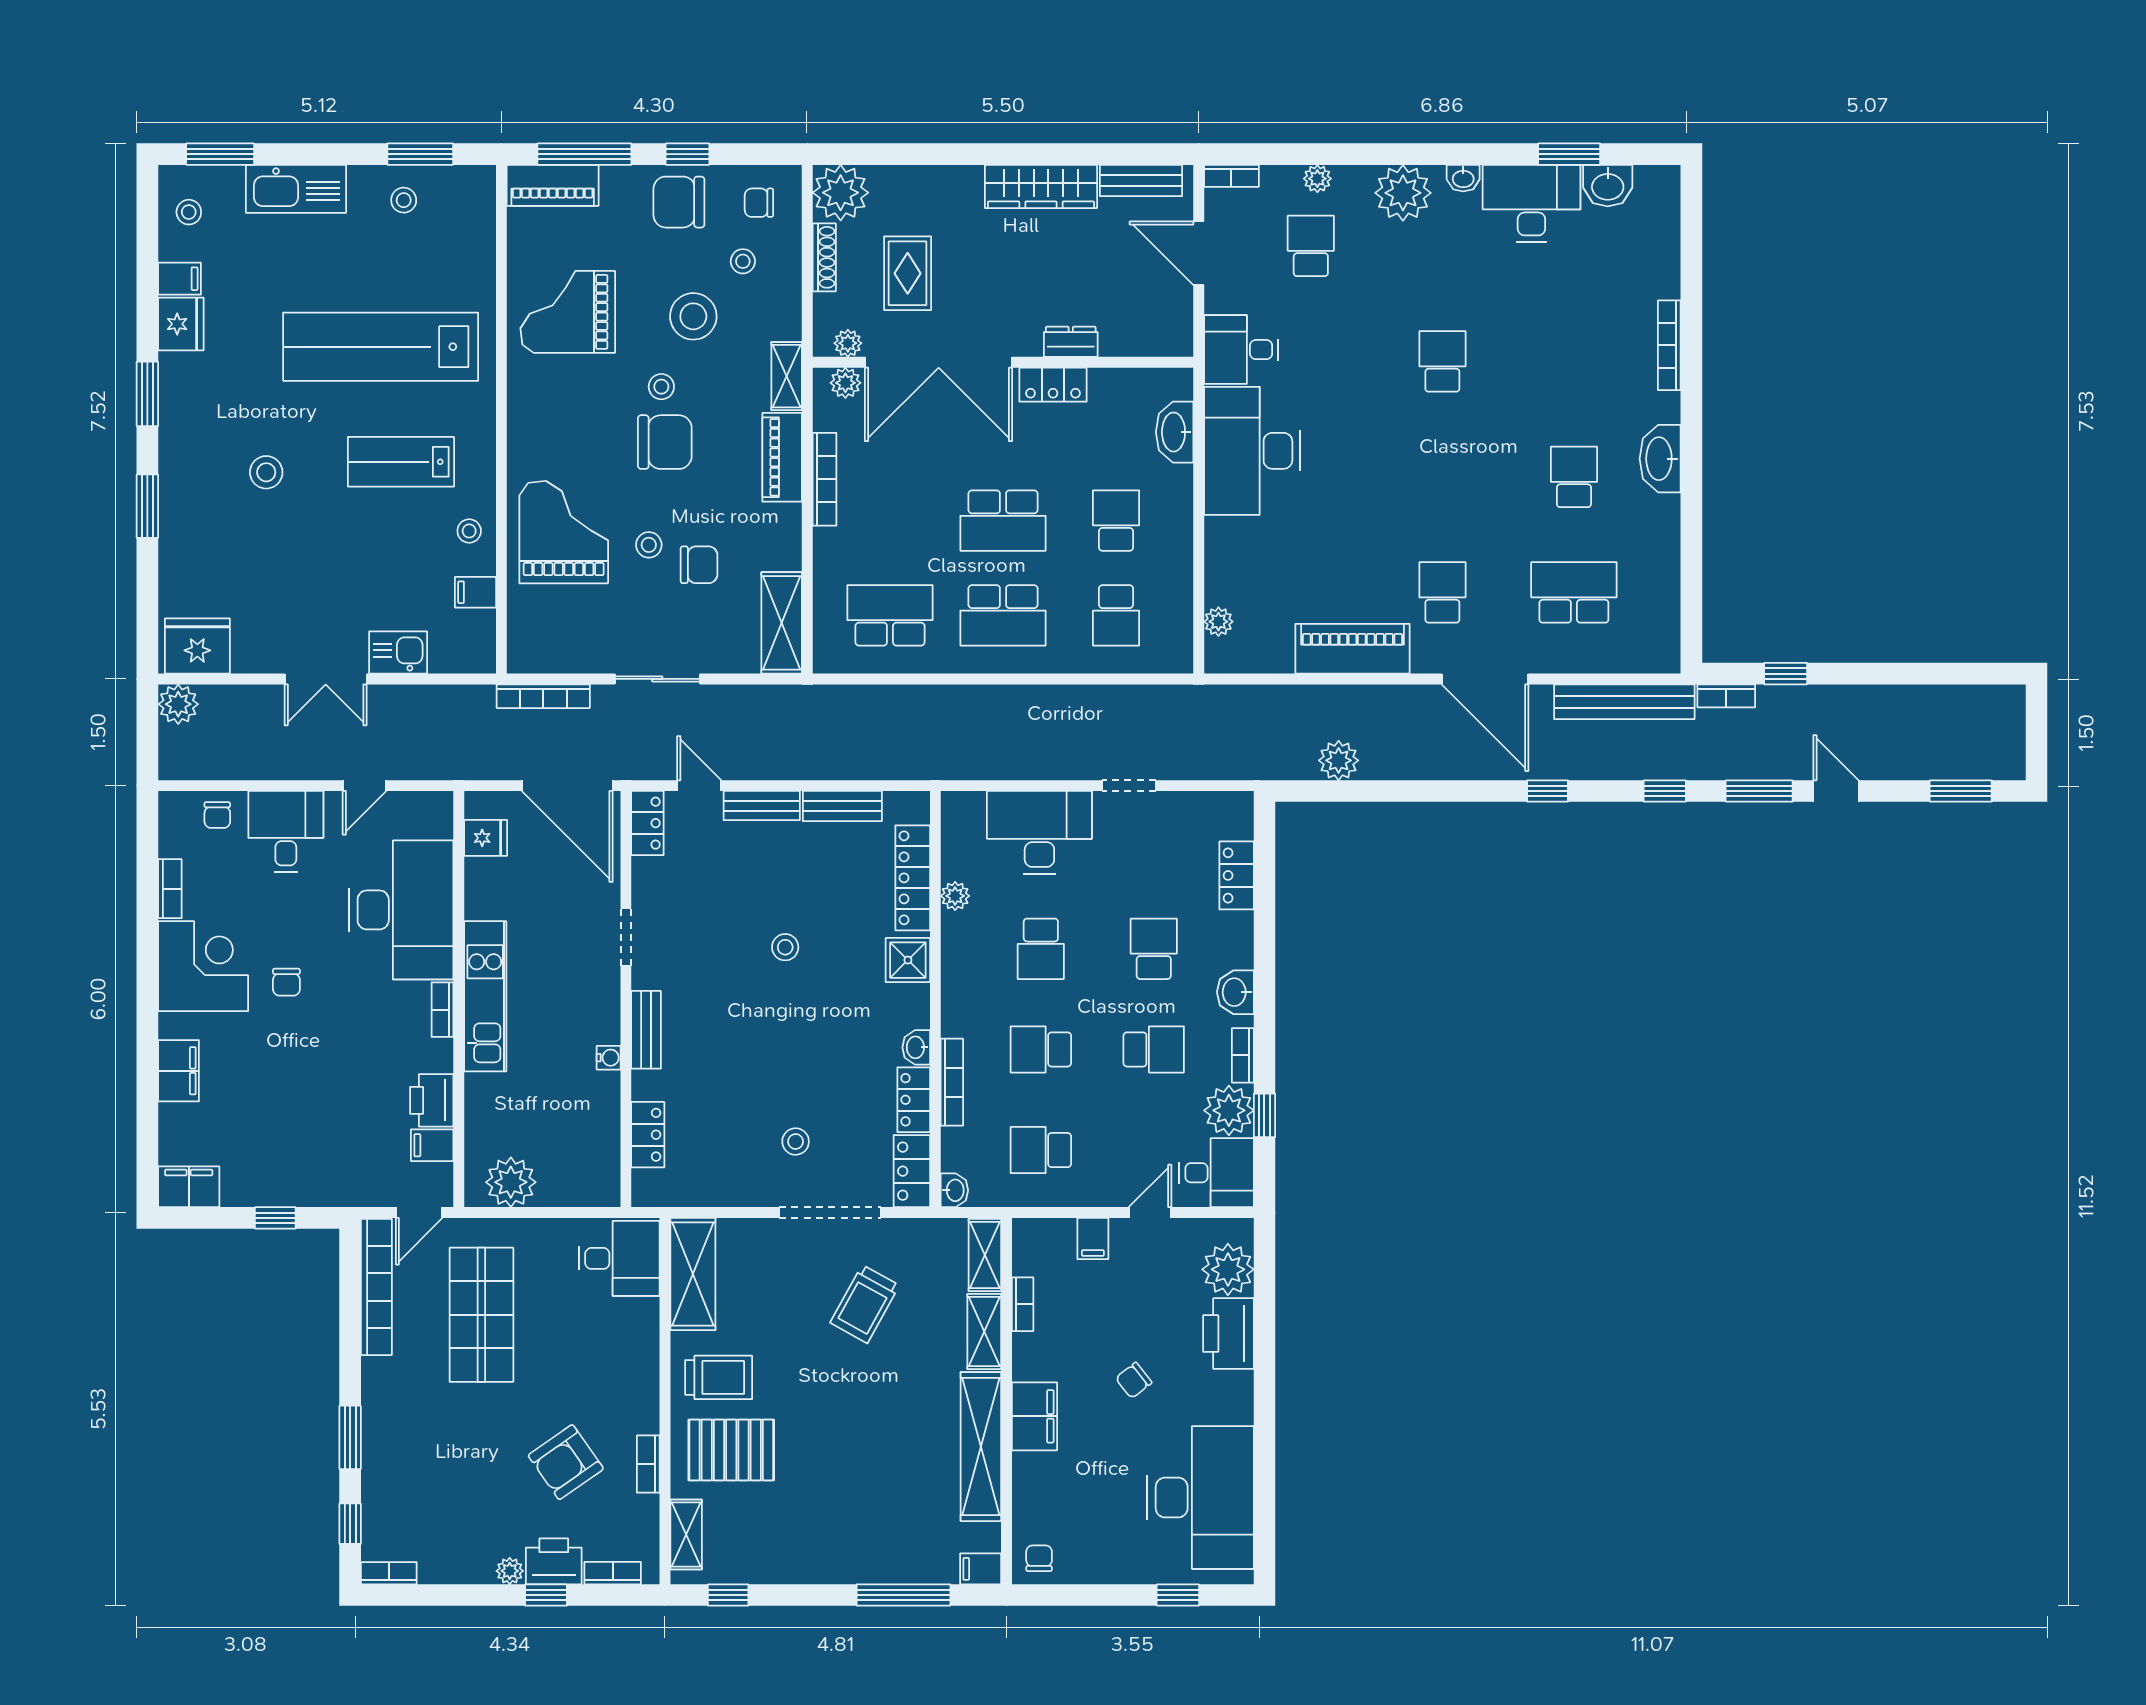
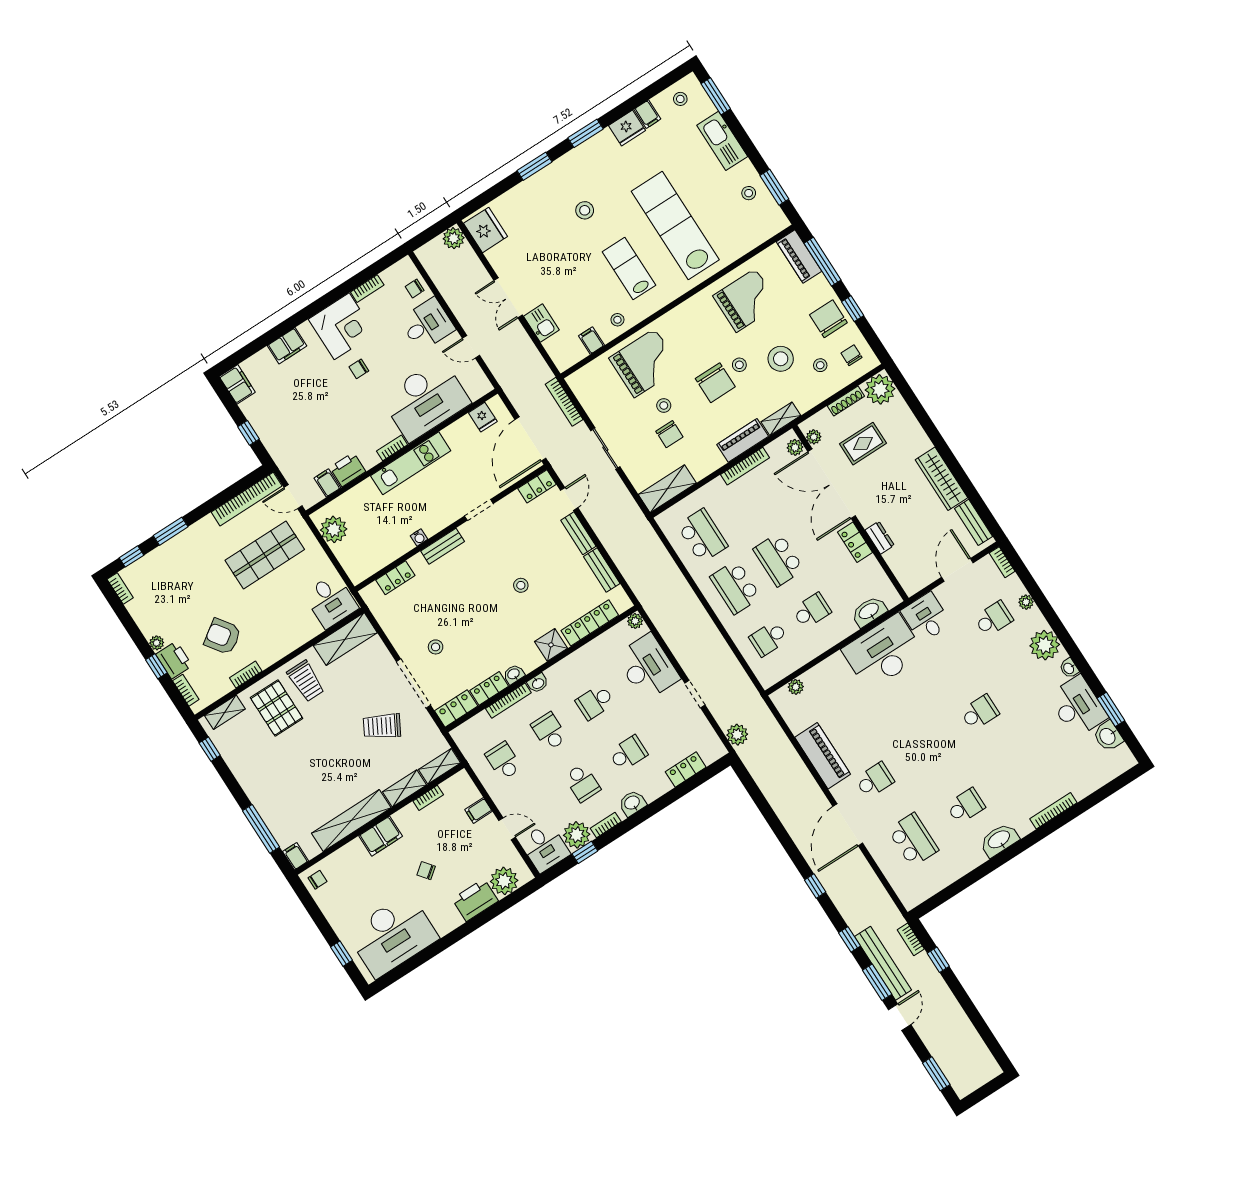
grand piano: (568, 312) -> (746, 300), turned 90
bench: (1624, 702) -> (883, 963), moved
plant: (1339, 760) -> (737, 735), moved
plant: (955, 896) -> (635, 621), moved
washbasin: (954, 1190) -> (538, 683), moved

